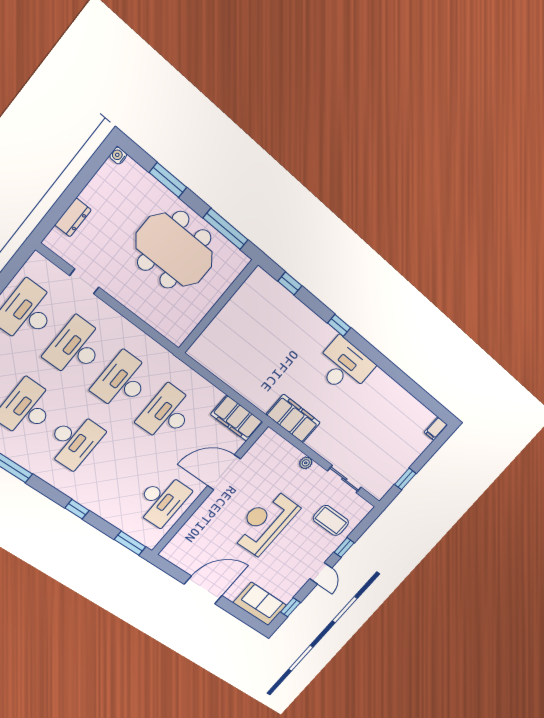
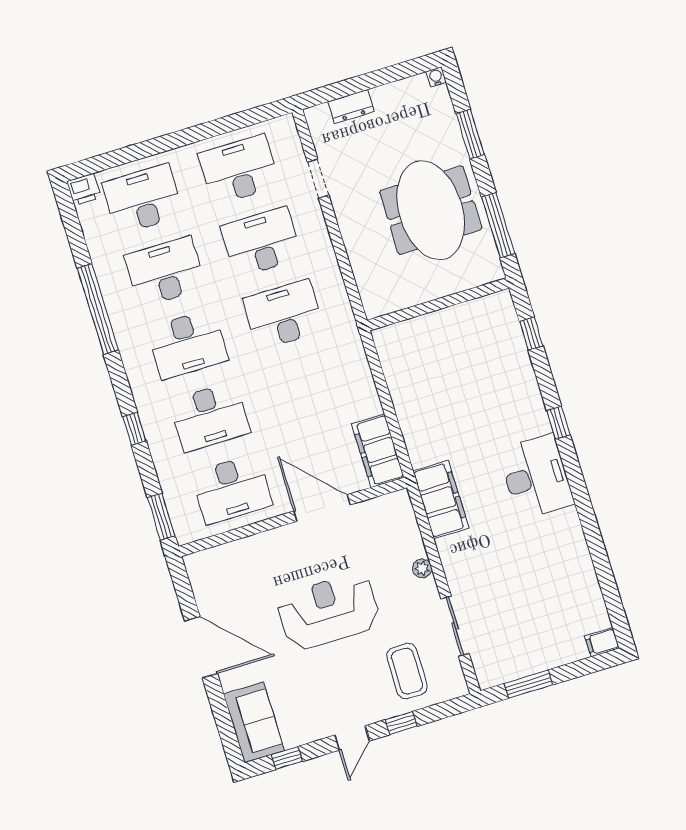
desk: (167, 414) -> (210, 417), moved, turned 180
window: (405, 479) -> (529, 684), width x1.50

